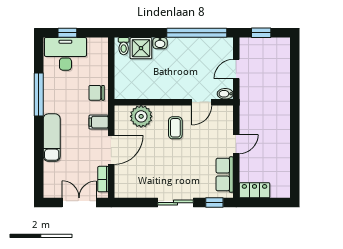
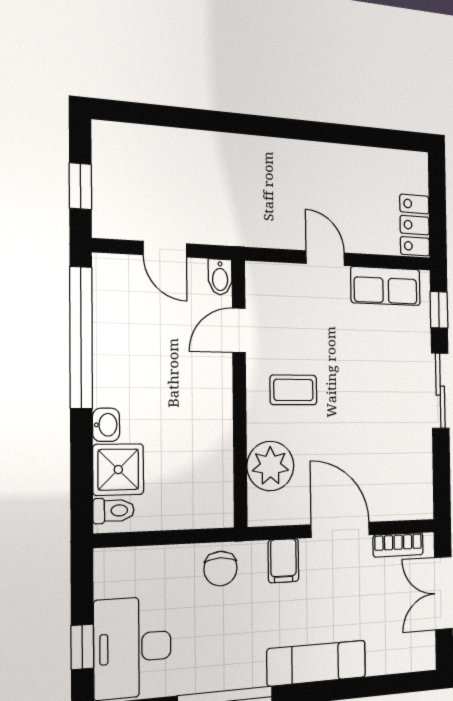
door: (202, 102) -> (239, 330), swing flipped

